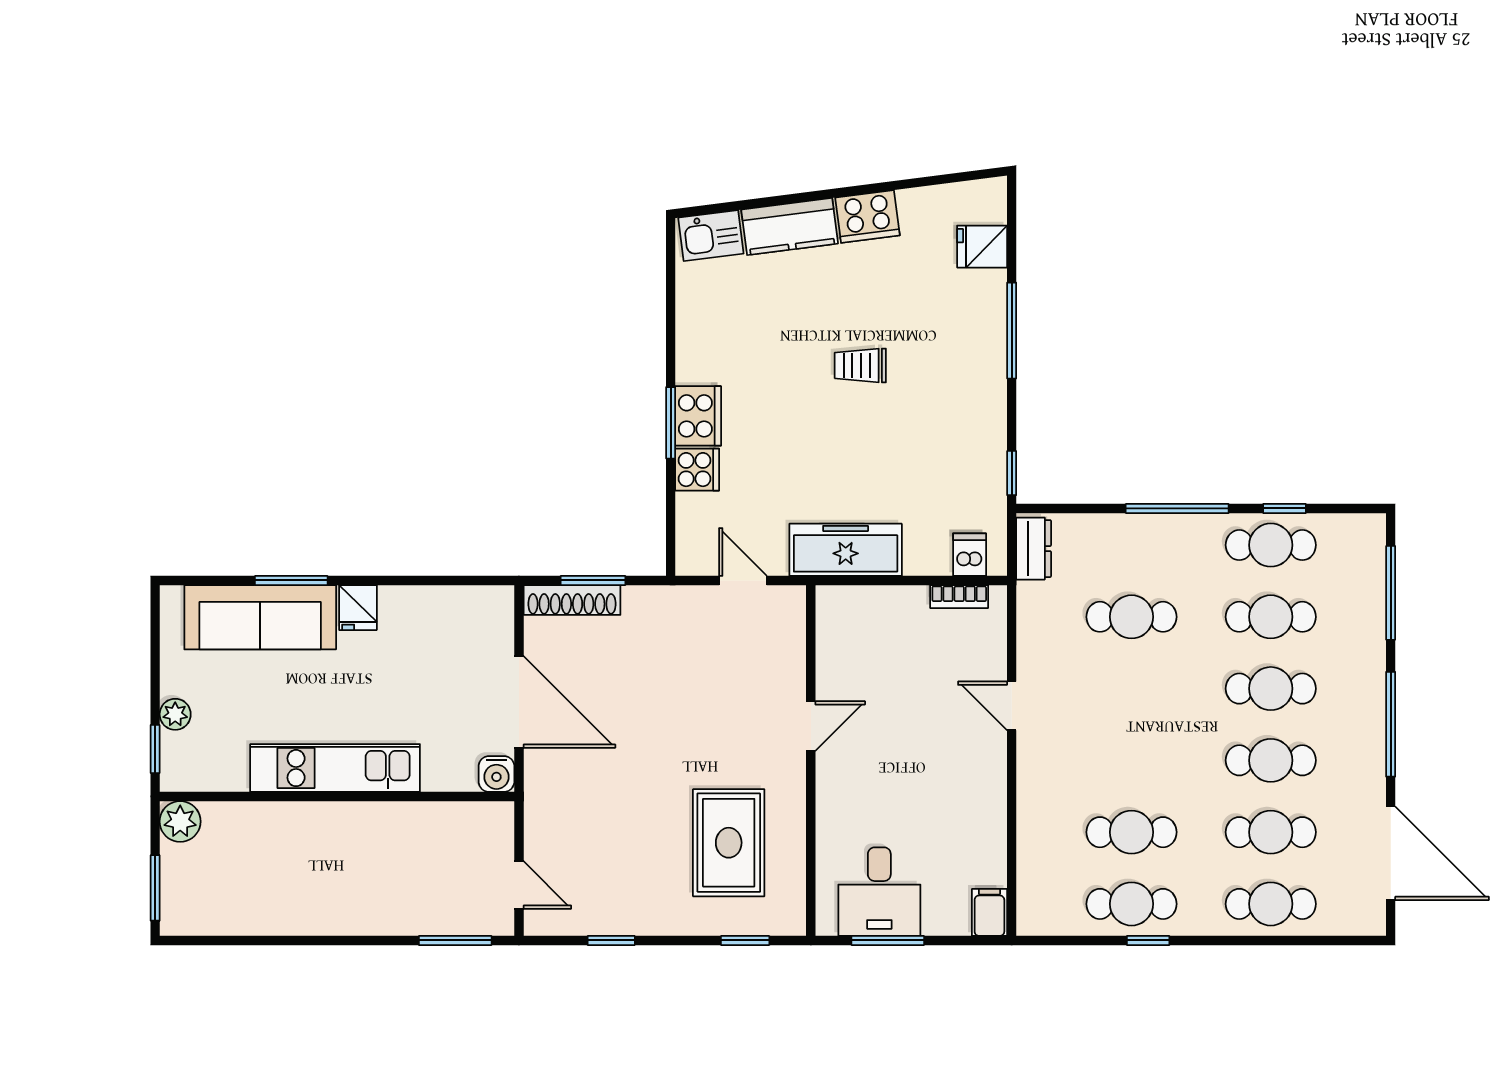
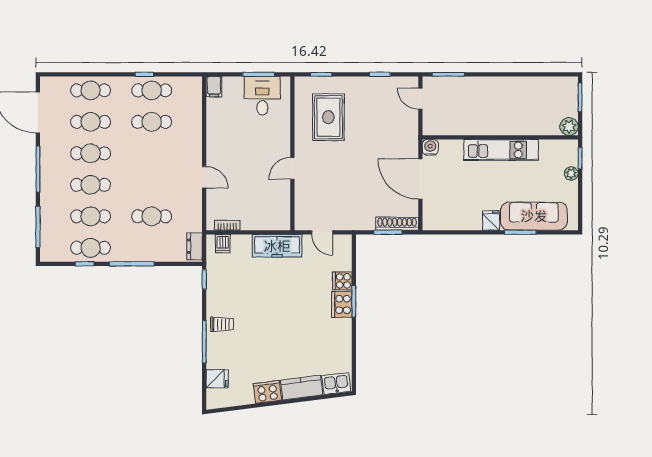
trolley: (860, 365) -> (222, 324), moved

